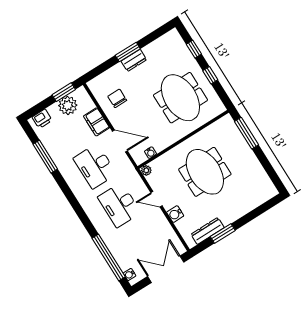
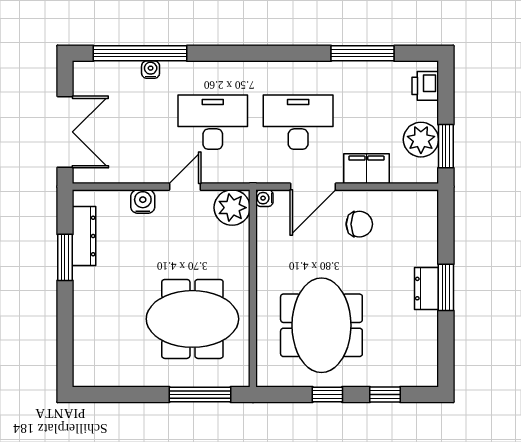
chair: (117, 98) -> (359, 224), moved
meeting table: (180, 98) -> (321, 325), turned 90
water cooler: (150, 153) -> (264, 198), moved
plant: (146, 170) -> (232, 208), width x1.88, depth x1.88
meeting table: (205, 172) -> (192, 319), moved
water cooler: (130, 274) -> (151, 70), moved

